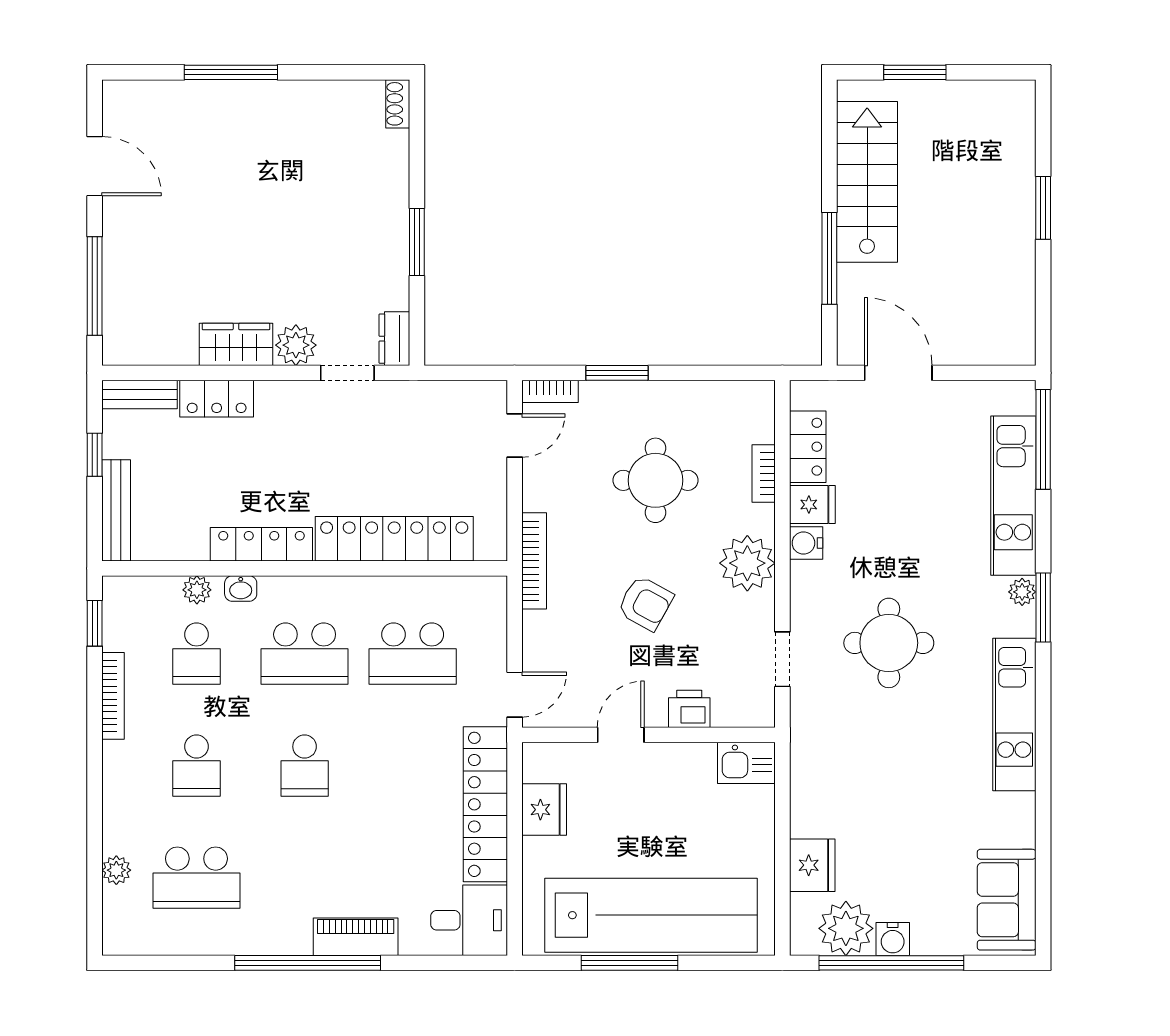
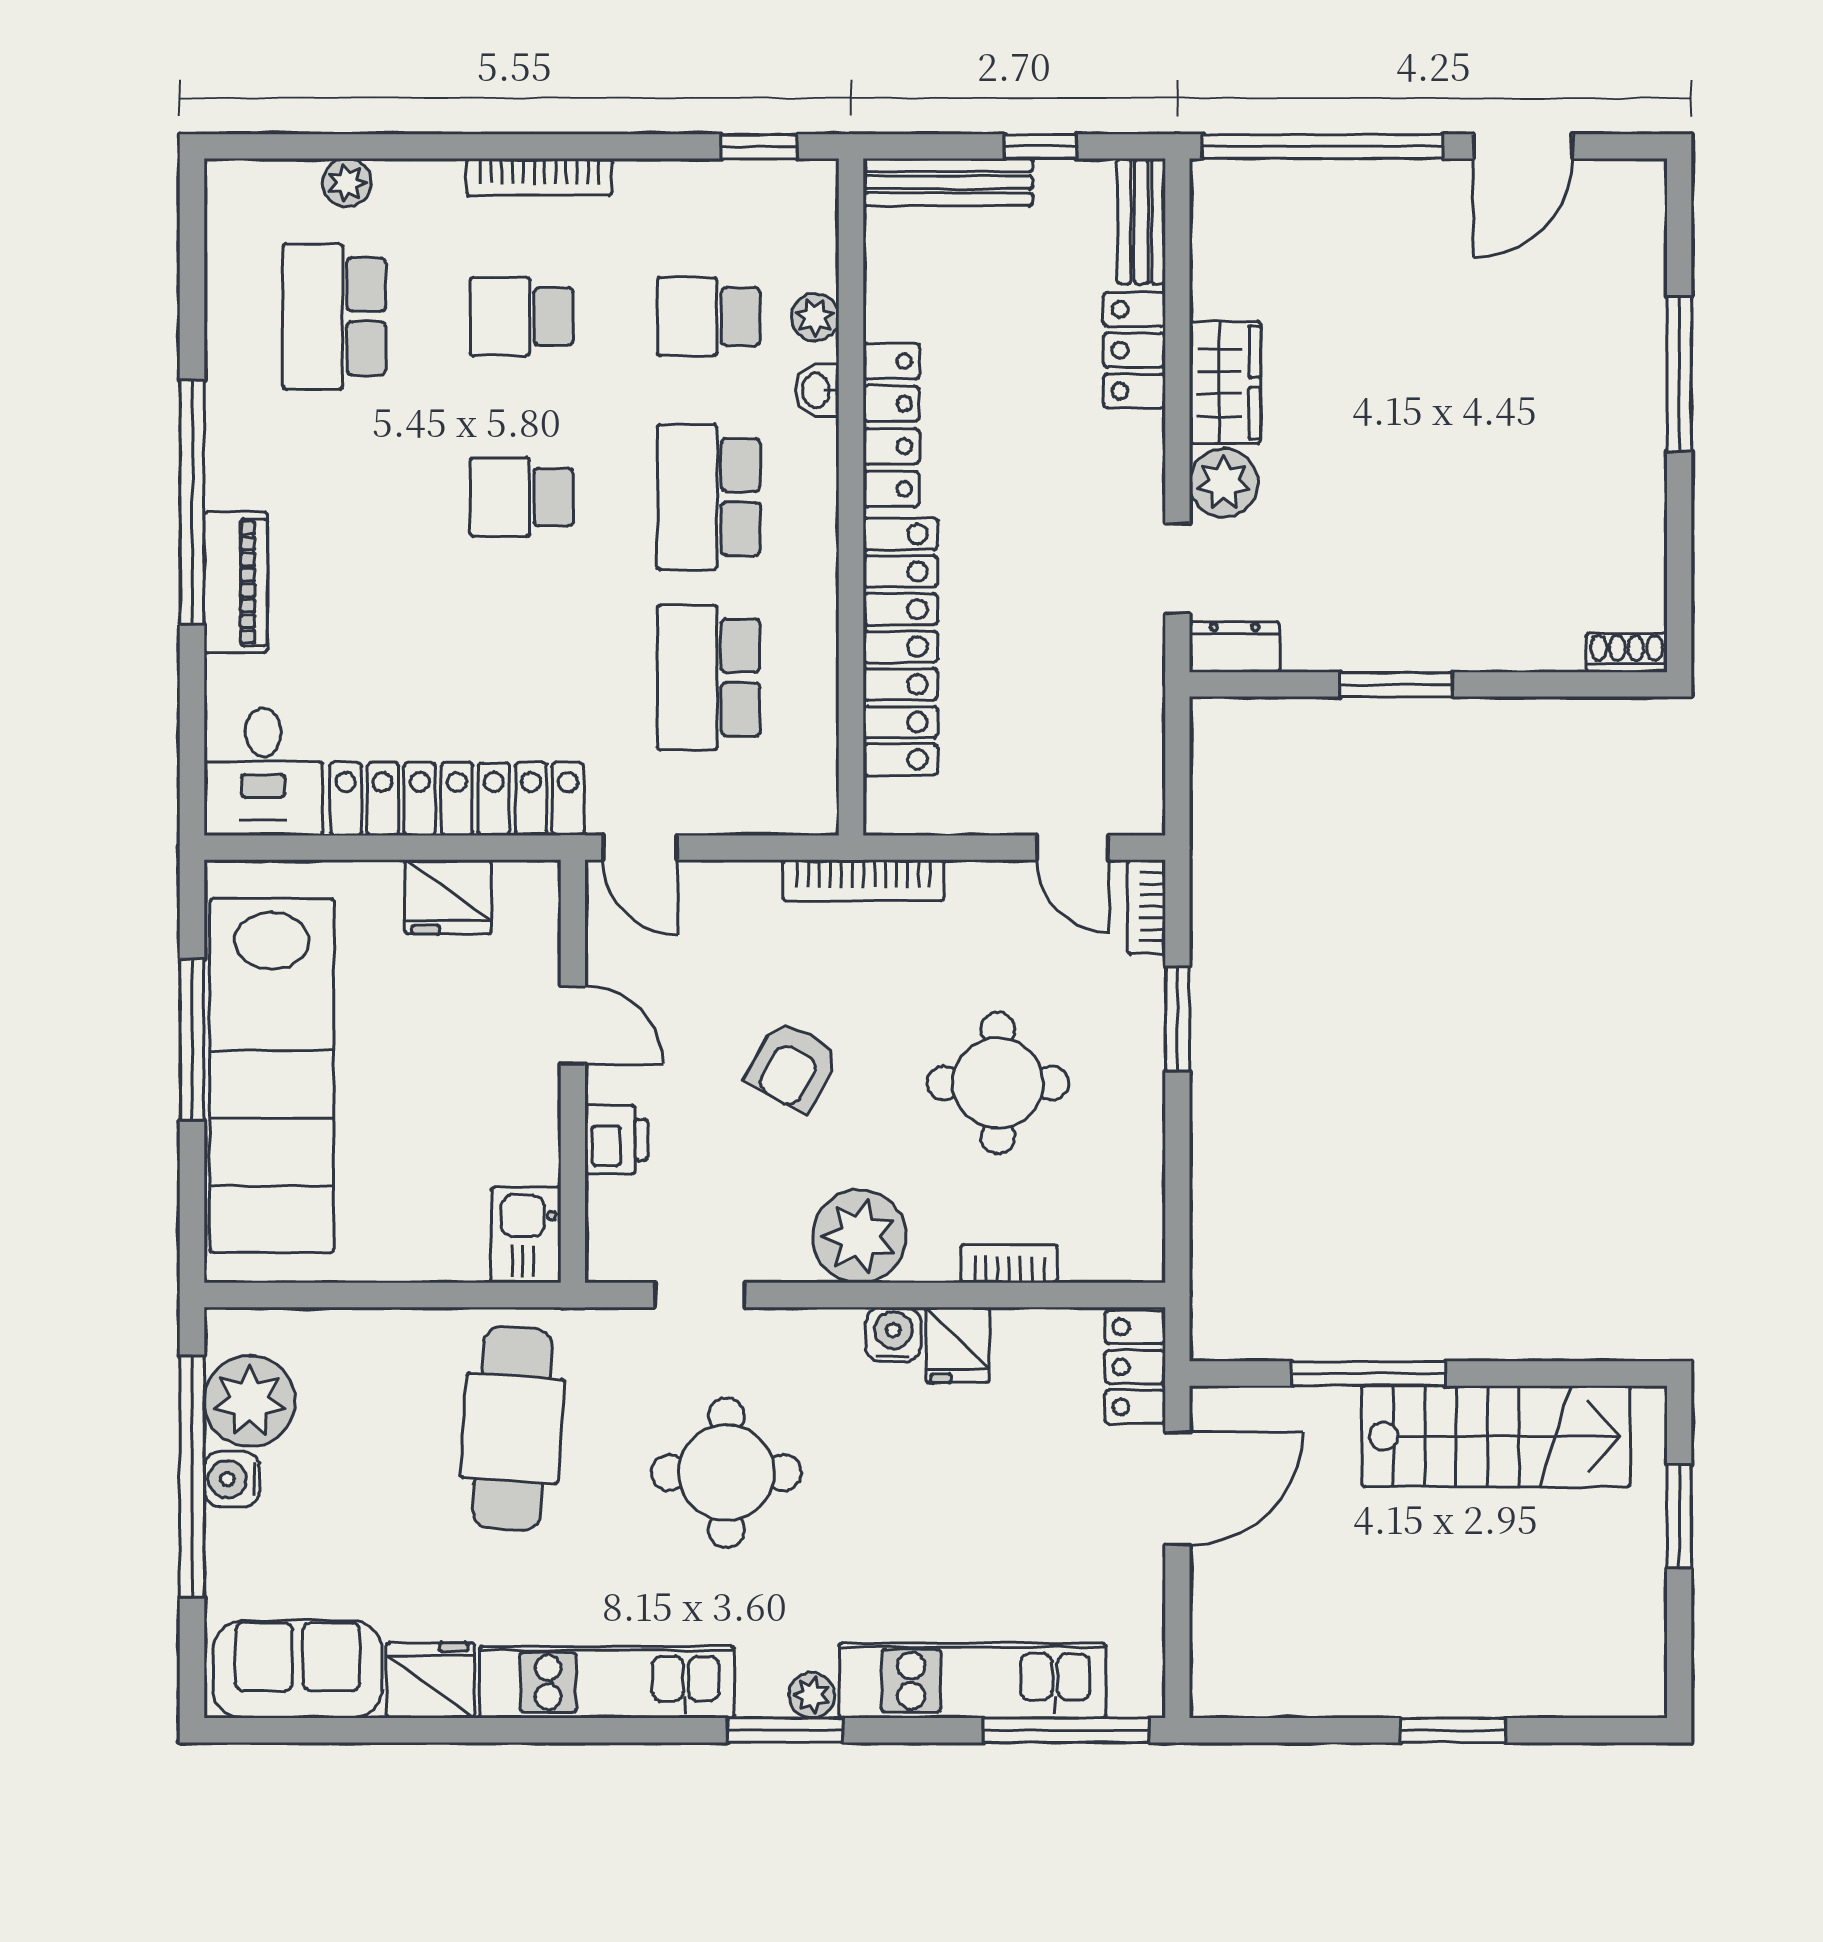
window: (95, 286) -> (1322, 146), width x1.46
locker: (808, 447) -> (1135, 1367), moved, turned 90
bookcase: (113, 696) -> (539, 177), moved
cafe table: (862, 771) -> (512, 1428), added
fridge: (812, 865) -> (431, 1680), moved, turned 180

